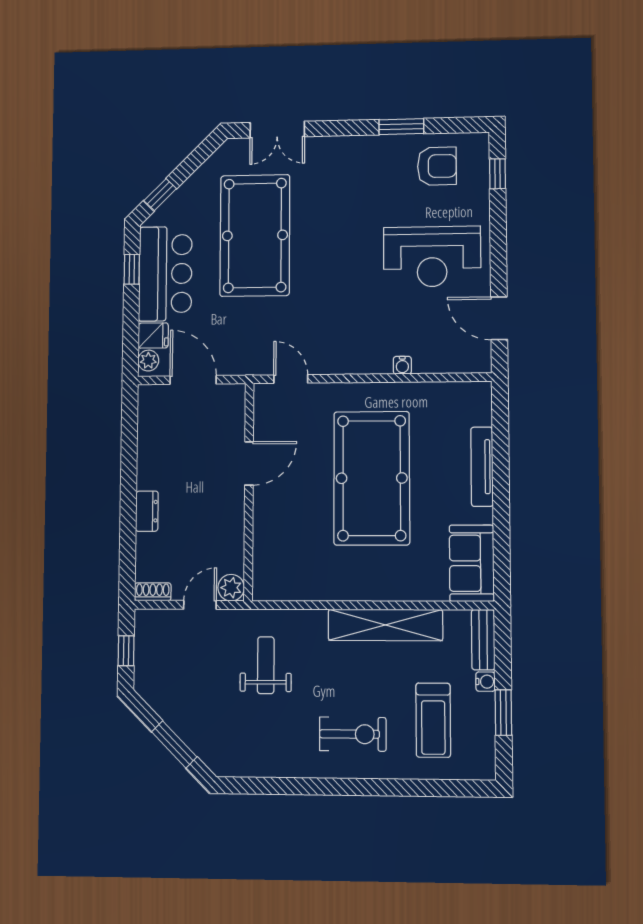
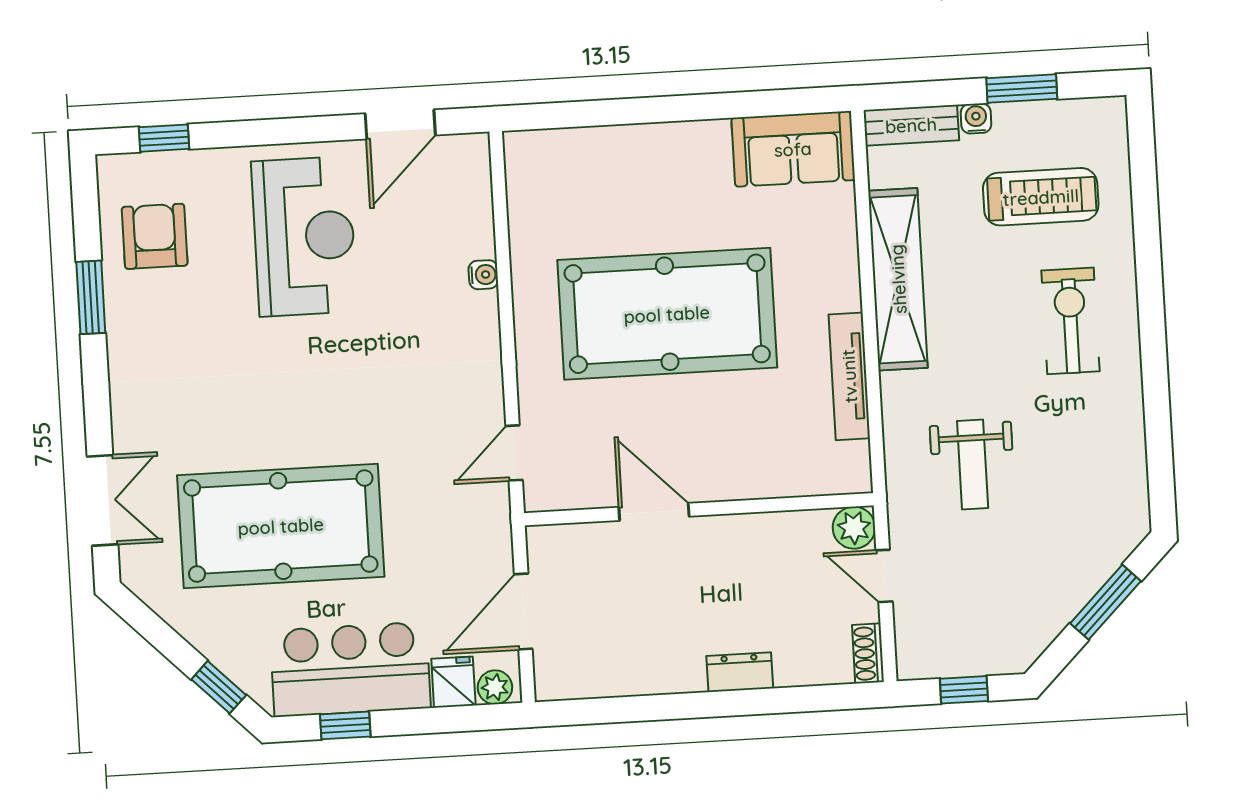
tv unit: (482, 467) -> (849, 376), moved, turned 90
weight bench: (266, 665) -> (973, 465), turned -90

